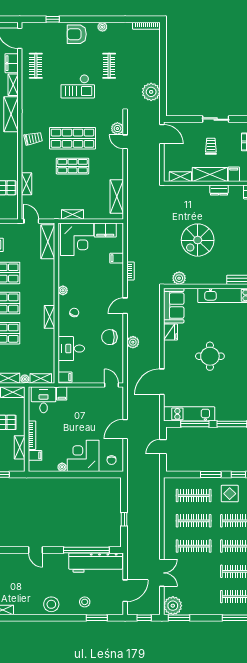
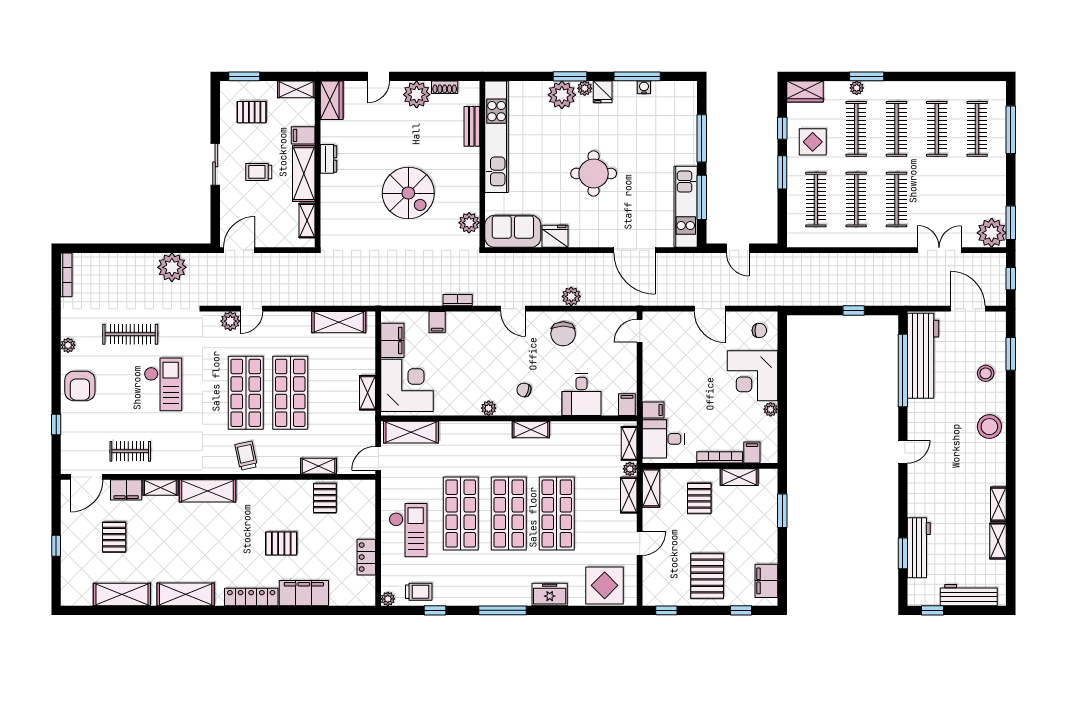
clothes rail: (109, 66) -> (130, 334), width x1.36
shop shelf: (72, 166) -> (290, 393), width x1.43, depth x1.36

